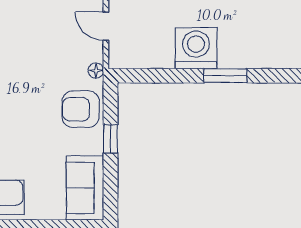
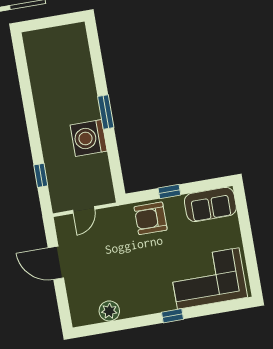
floor lamp: (96, 71) -> (119, 212), removed
armchair: (81, 109) -> (151, 218), turned 90

